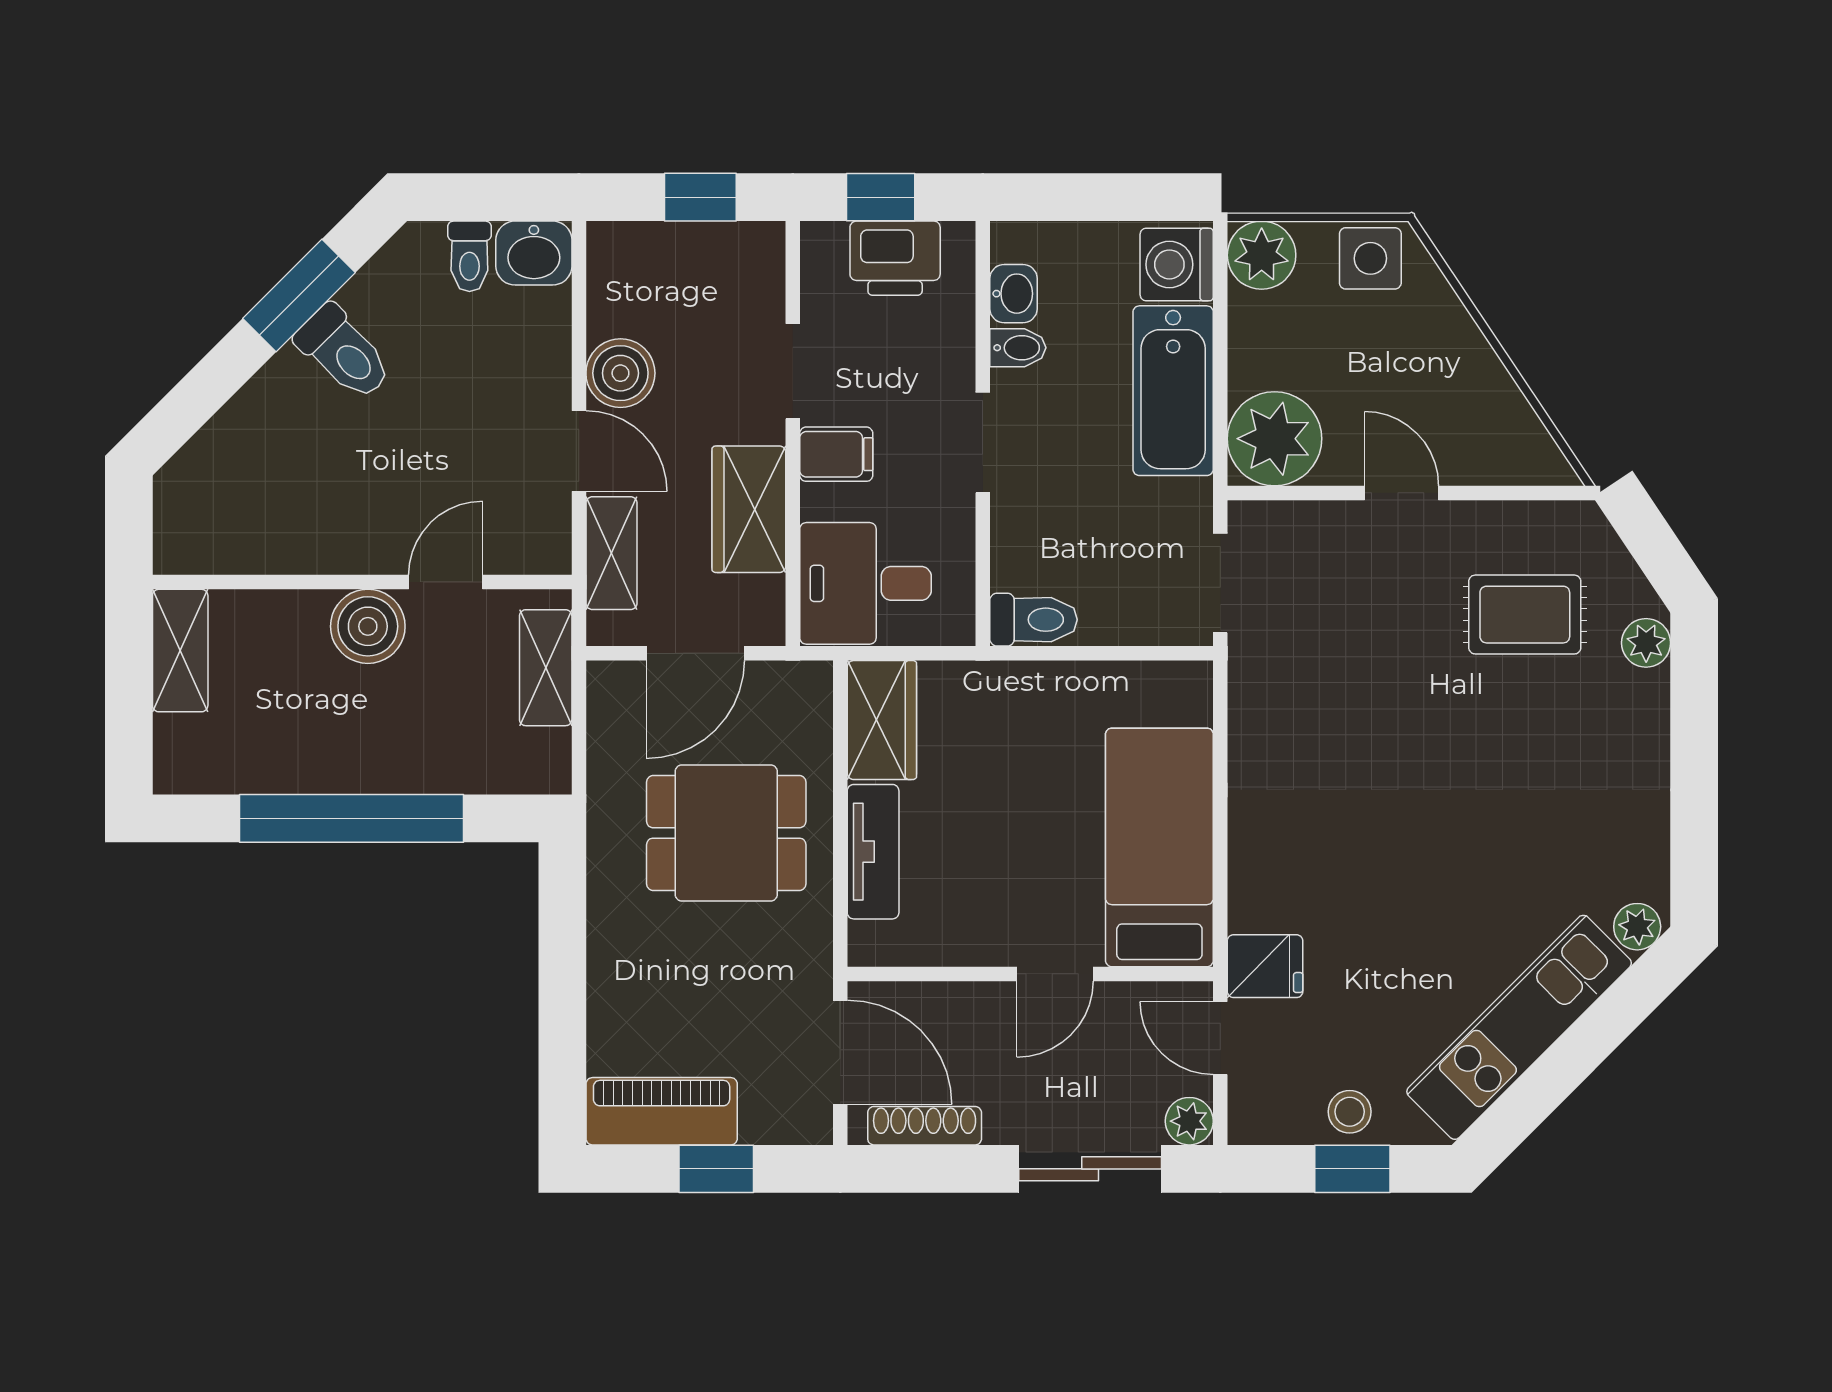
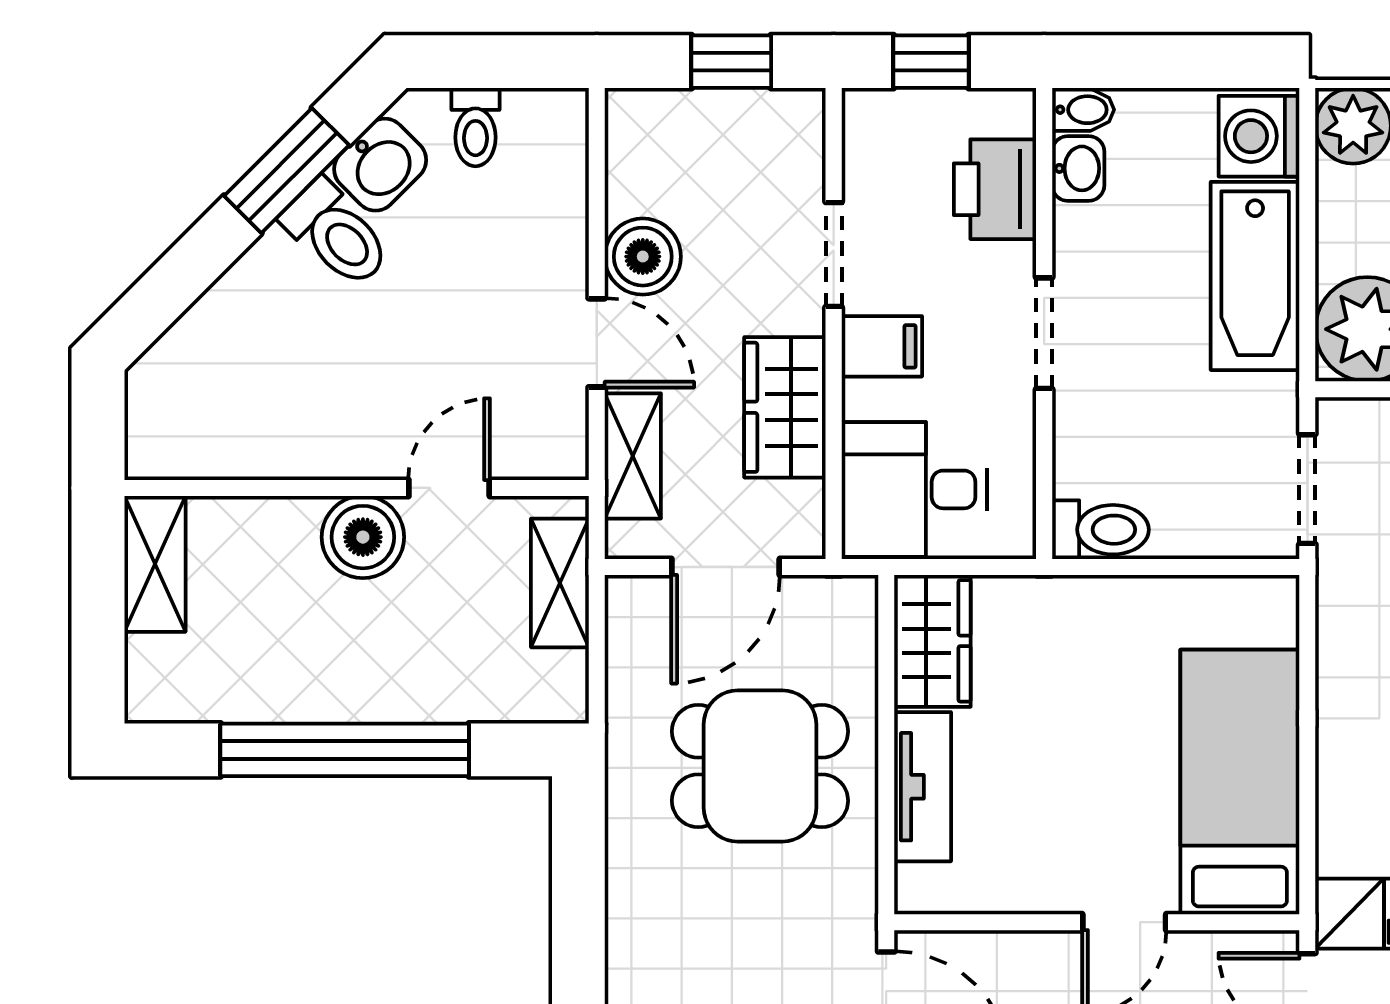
washbasin: (534, 253) -> (380, 165), moved, turned -45
printer: (895, 258) -> (995, 189), moved, turned 90
bidet: (1018, 348) -> (1083, 110), moved

